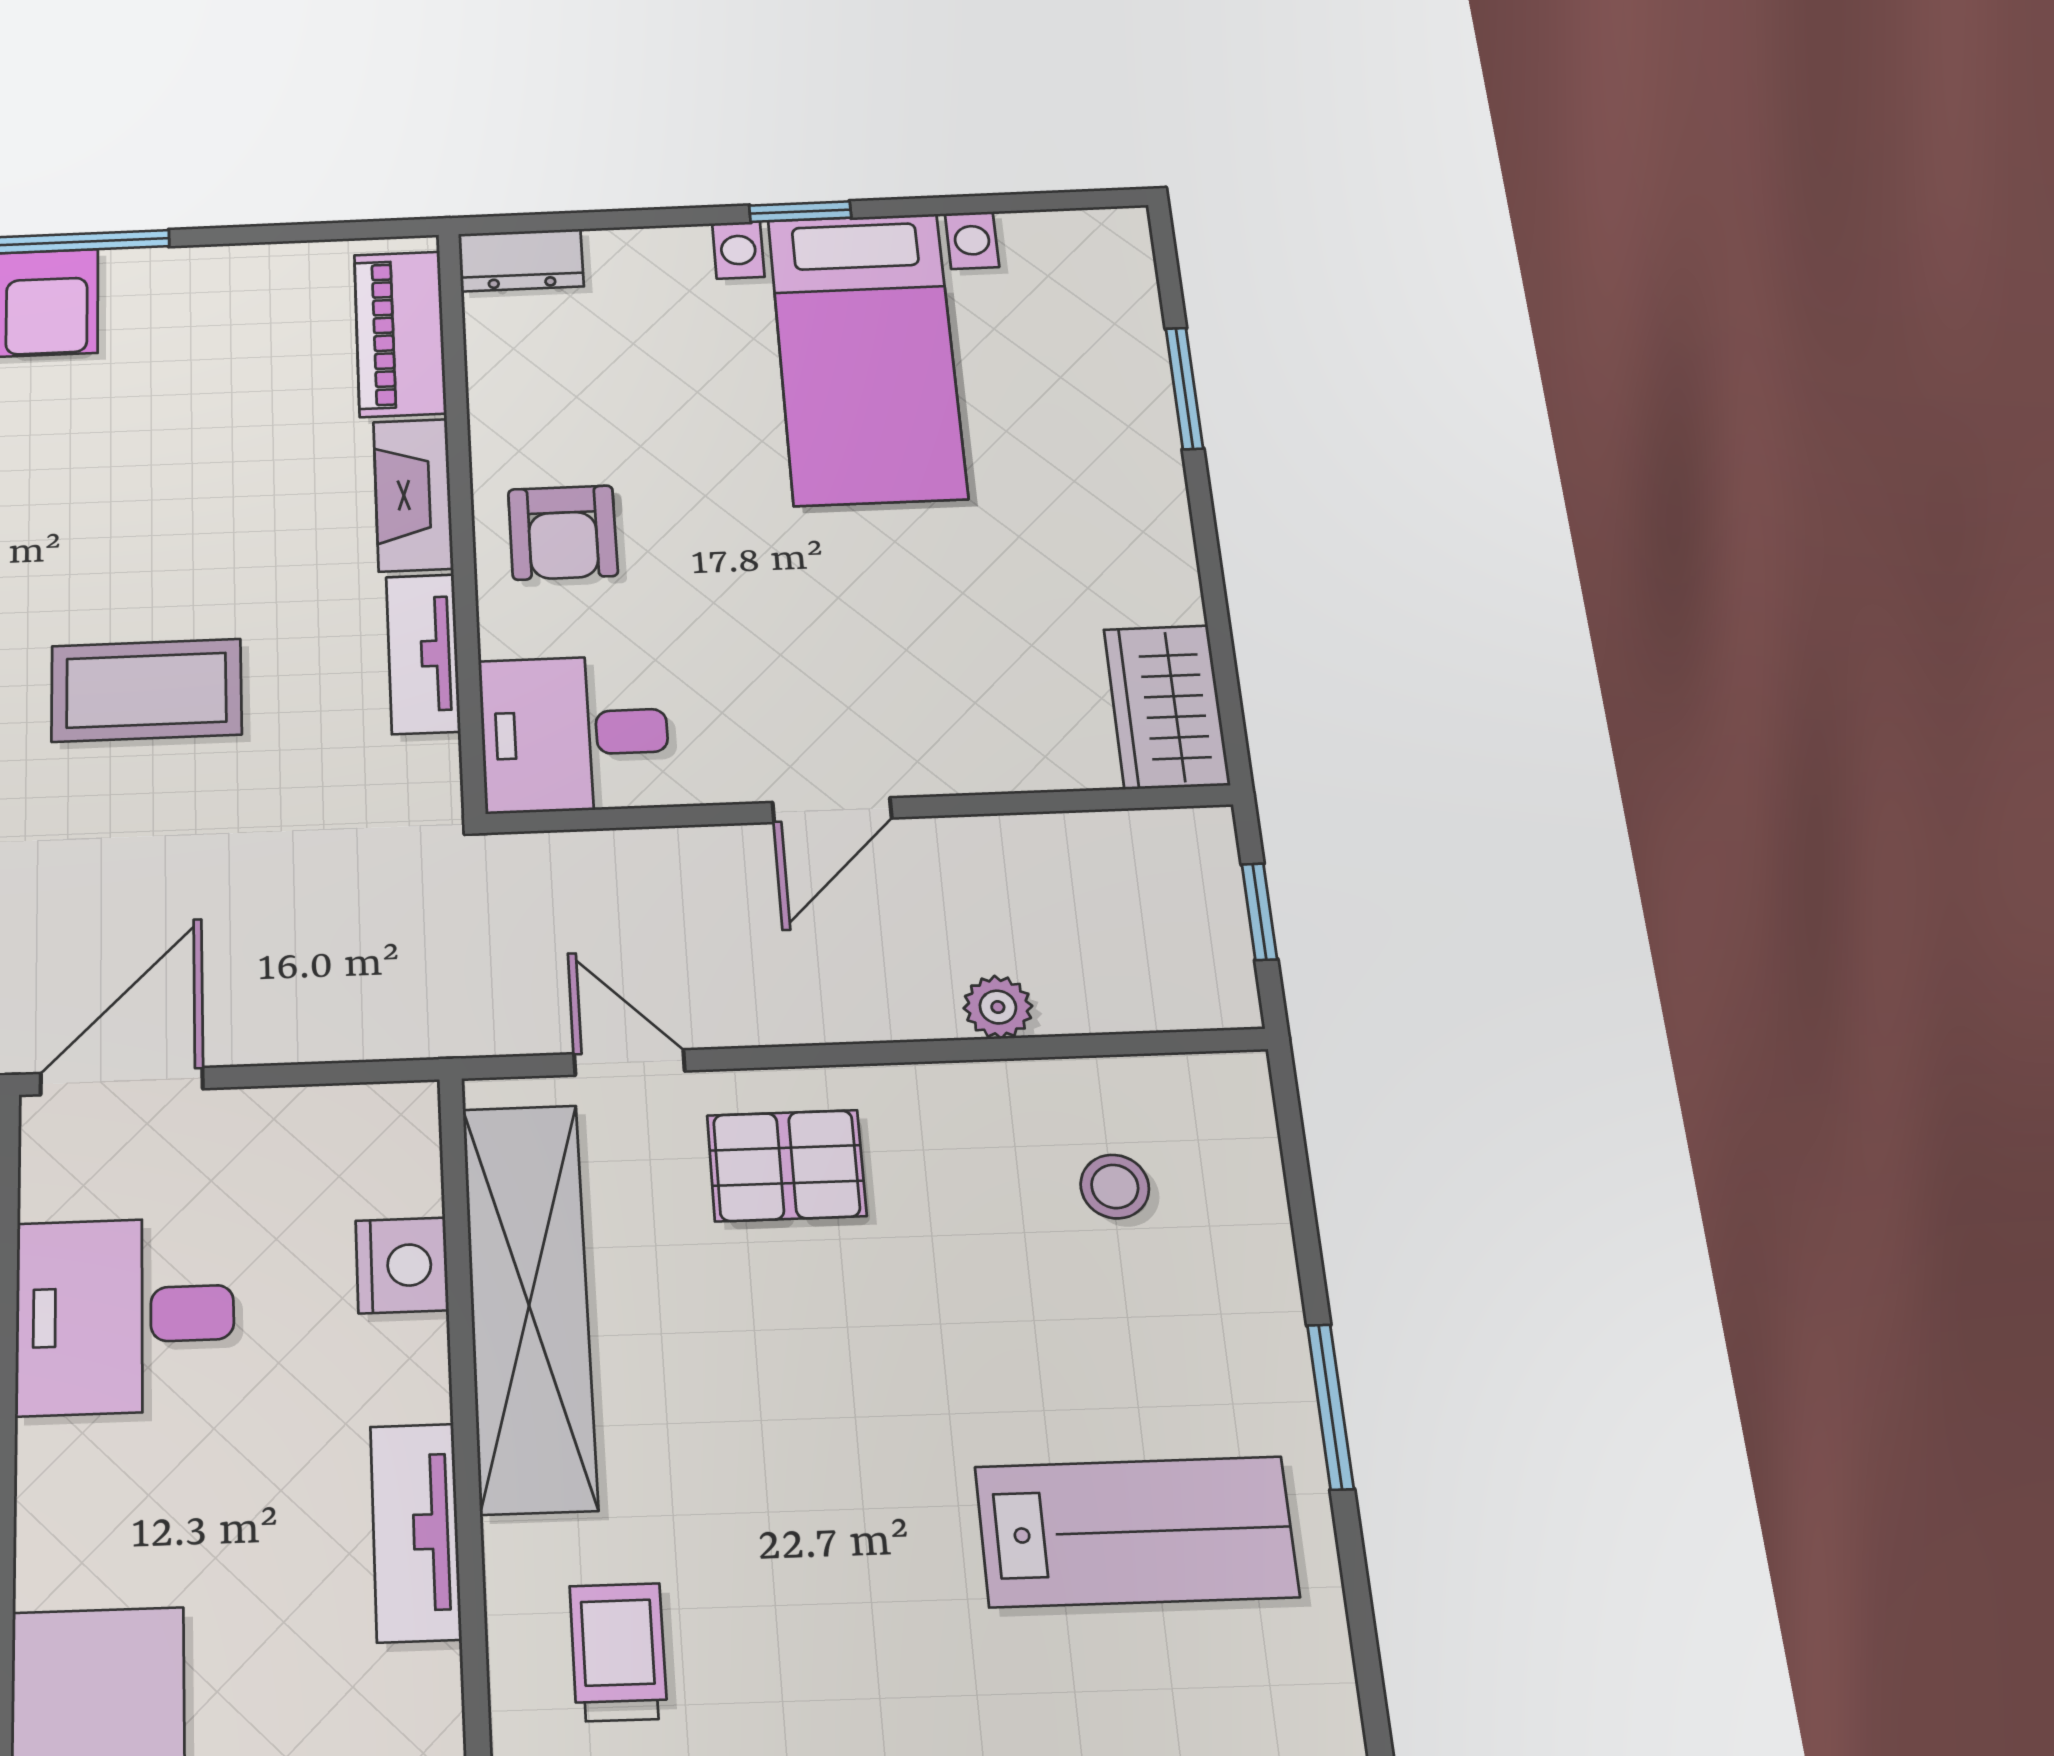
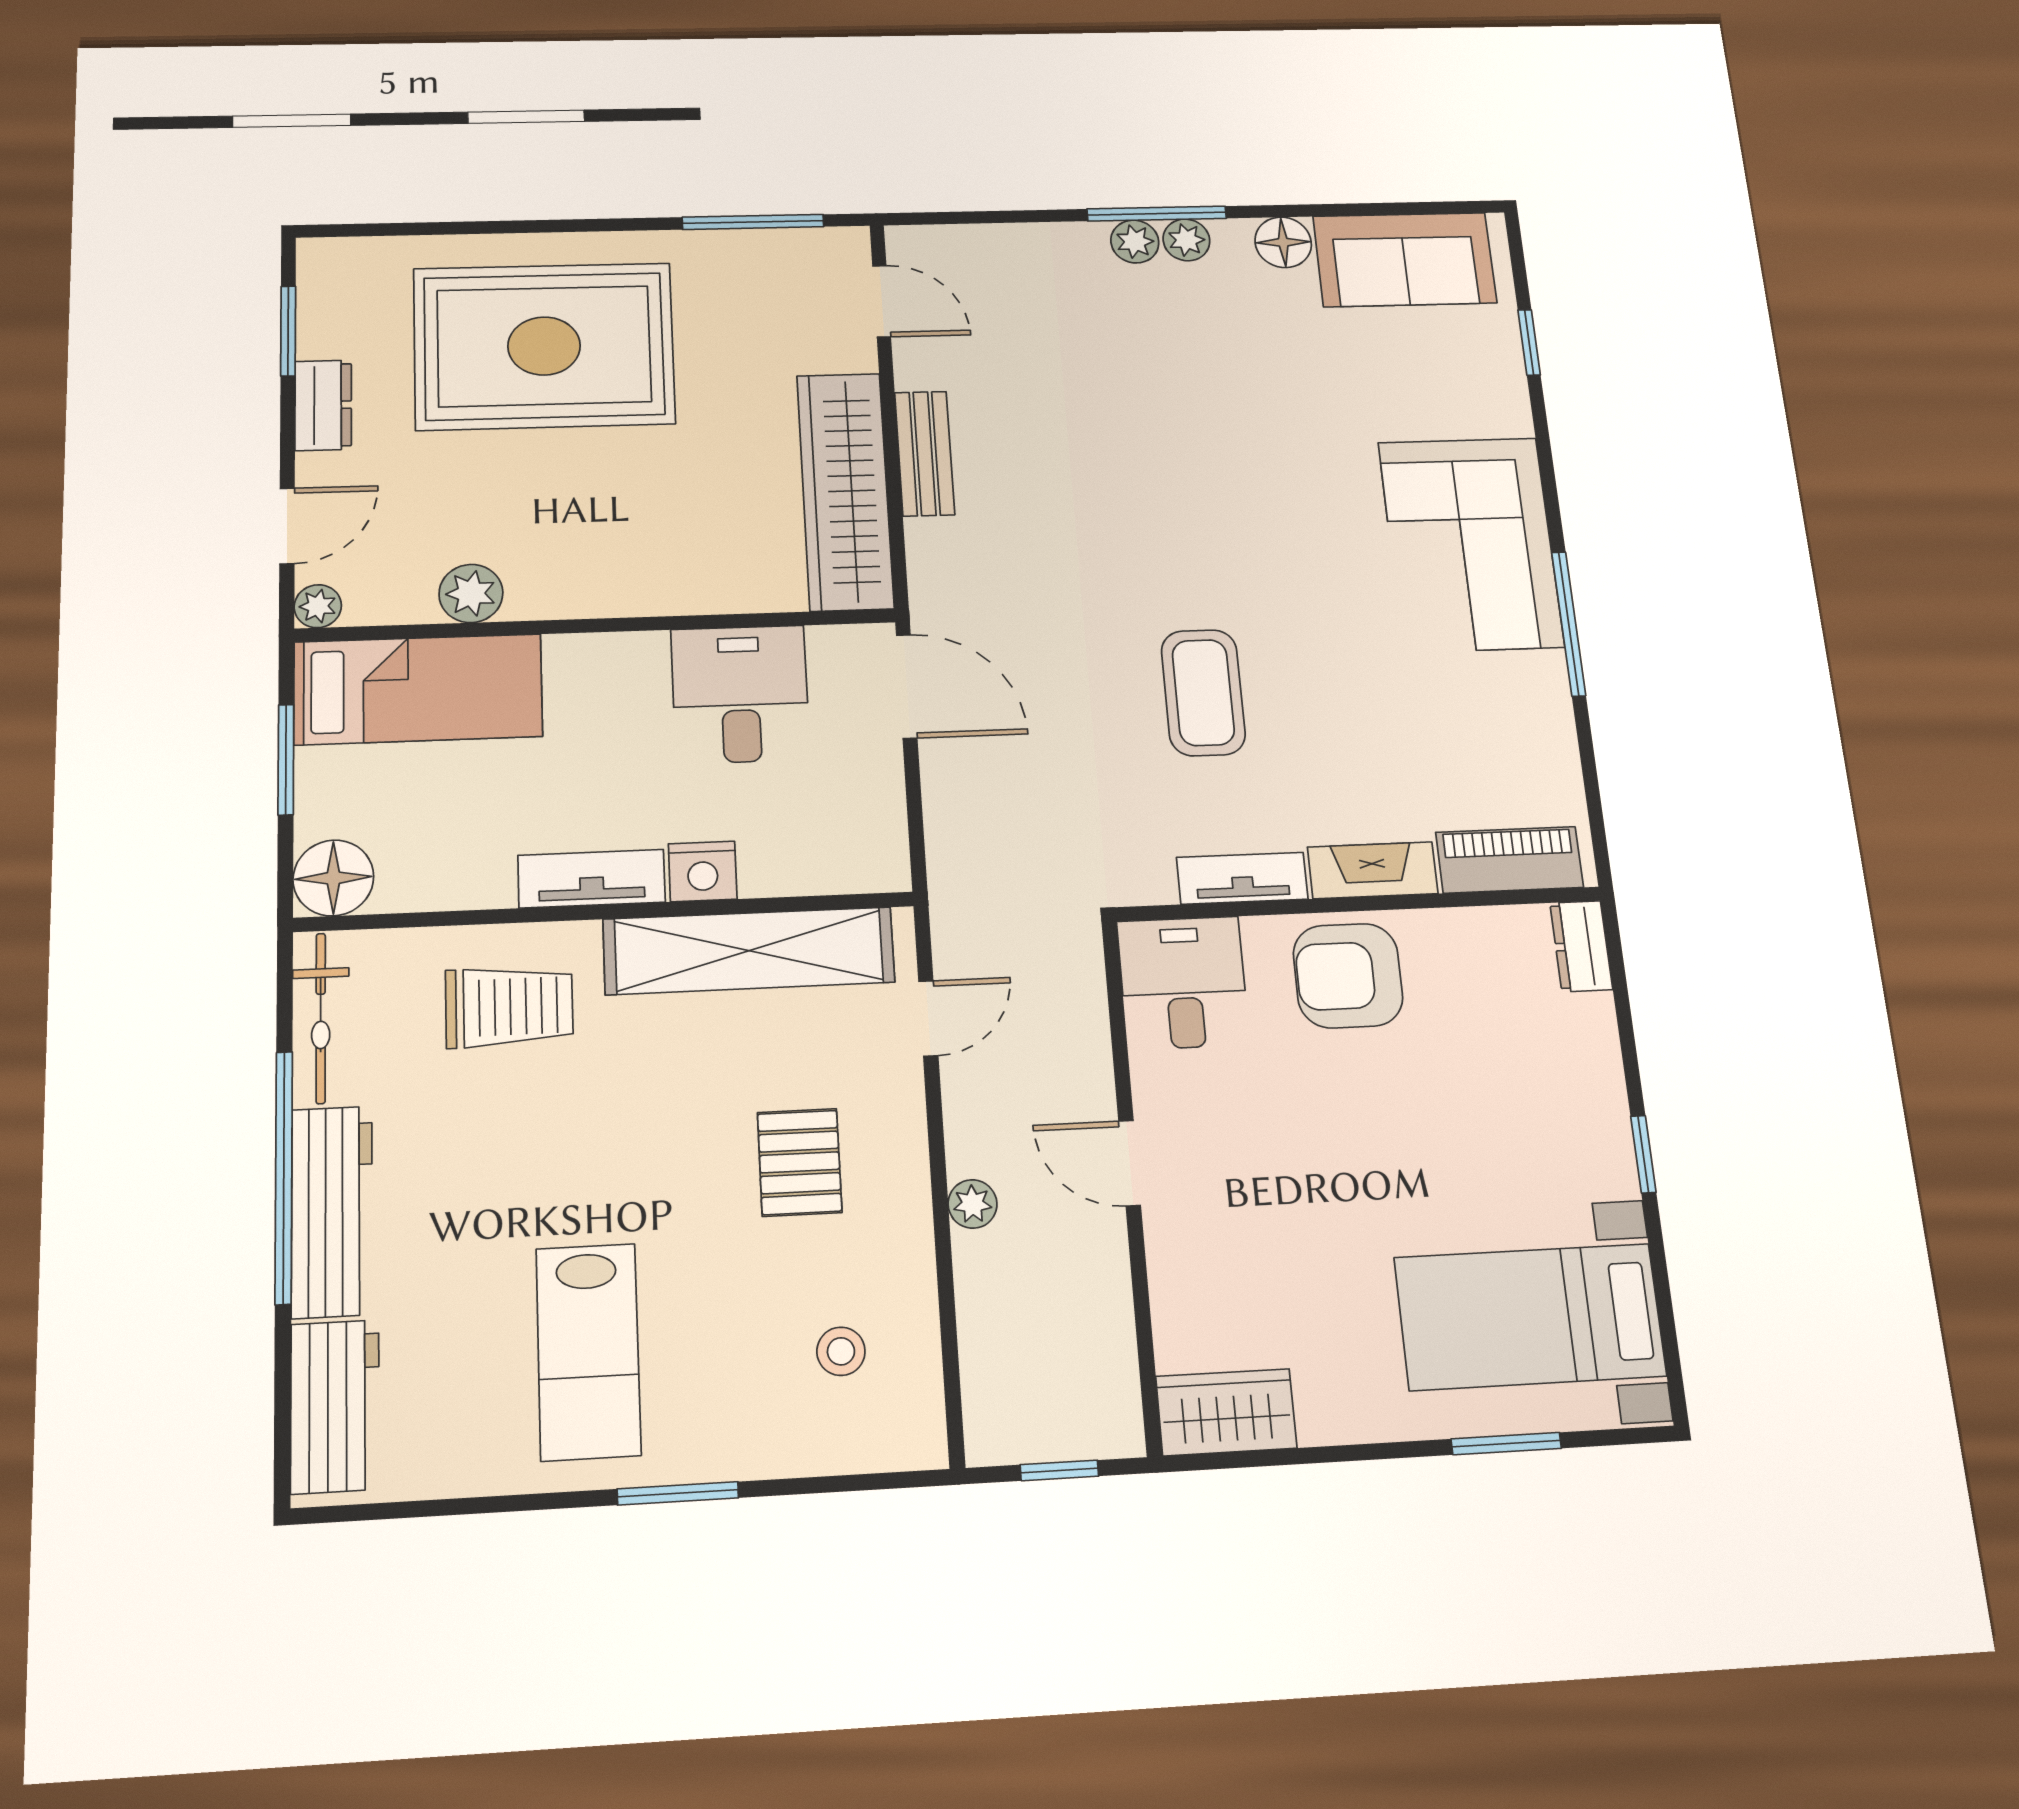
bed with nightstands: (866, 357) -> (1530, 1317), moved
armchair: (563, 533) -> (1348, 976), width x1.38, depth x1.38
plant: (998, 1007) -> (973, 1204), moved
pallet: (786, 1166) -> (800, 1162), moved
nightstand: (402, 1265) -> (703, 871), moved
trolley: (618, 1652) -> (509, 1007), width x1.36, depth x1.39

